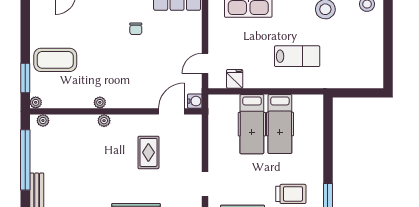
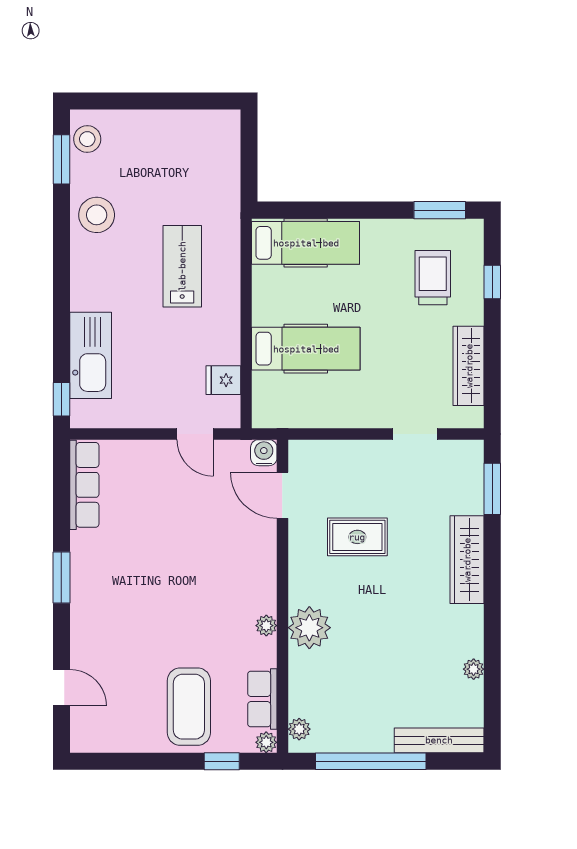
chair: (136, 29) -> (132, 560), removed
window: (25, 78) -> (222, 761), width x0.67
row of seats: (59, 100) -> (262, 699), added
plant: (104, 121) -> (309, 628), width x1.88, depth x1.88
hospital bed: (280, 124) -> (306, 243), moved

